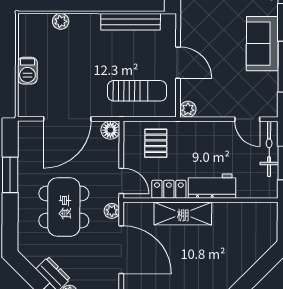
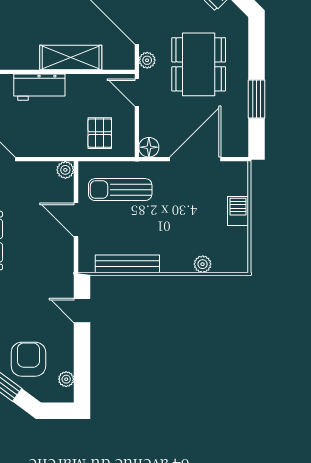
locker: (169, 189) -> (86, 84), removed

